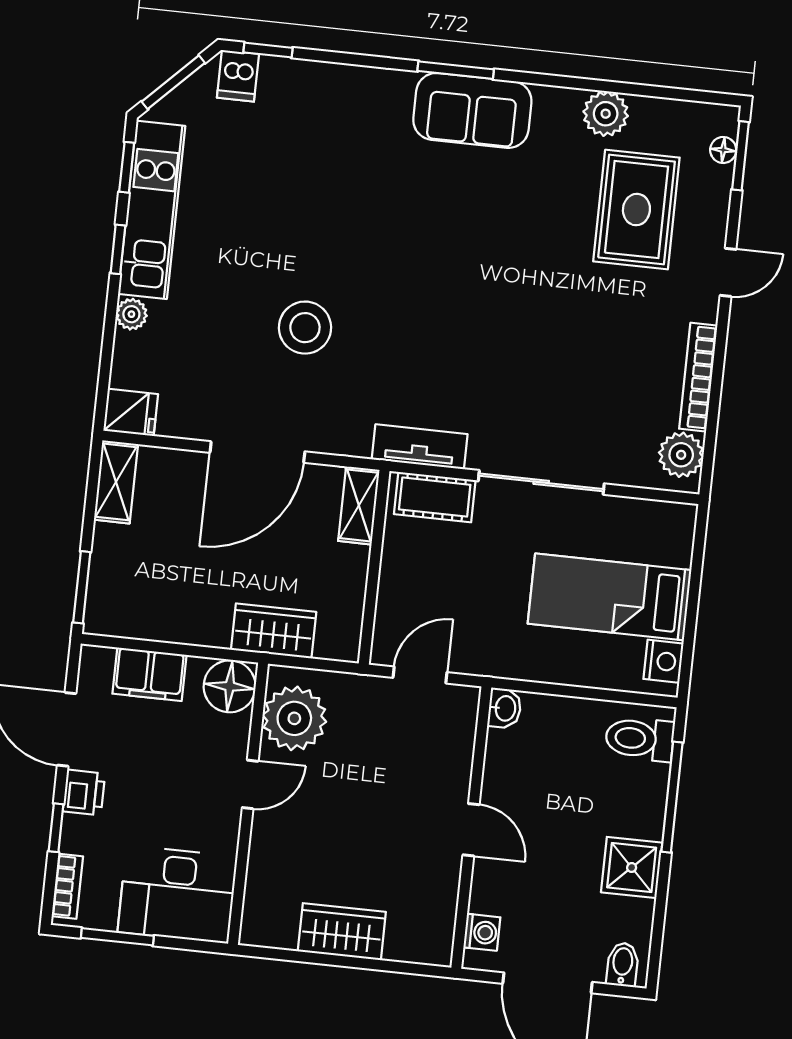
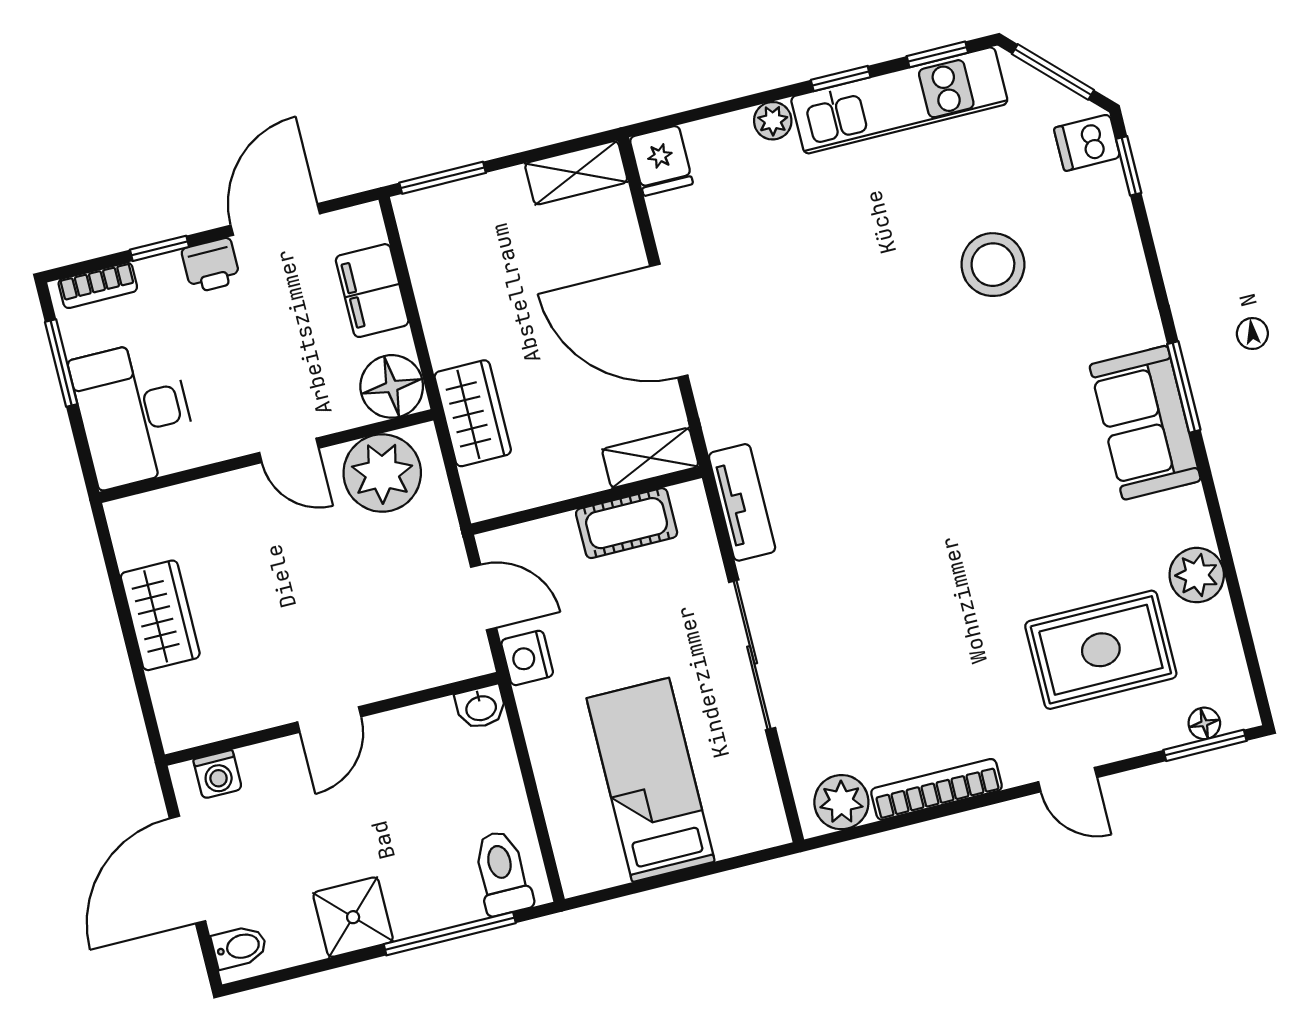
stool: (305, 328) -> (993, 265), moved
cot: (435, 497) -> (627, 523), moved, turned 90
nightstand: (663, 661) -> (527, 658), moved, turned 90

